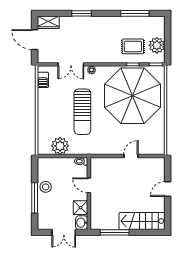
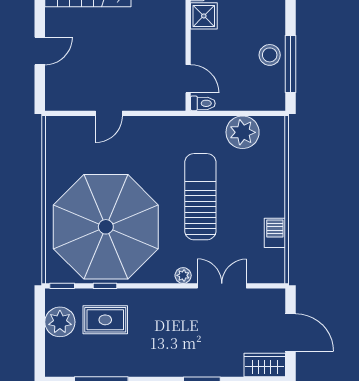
barbecue: (43, 80) -> (275, 233), moved
door: (89, 185) -> (188, 79), moved
window: (35, 198) -> (291, 64), moved

